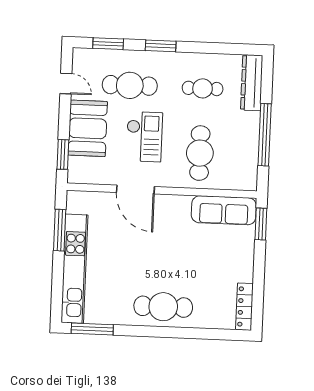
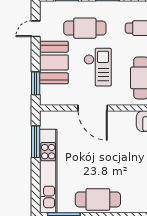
door: (66, 84) -> (36, 29), swing flipped
cafe table: (163, 307) -> (98, 199), moved

